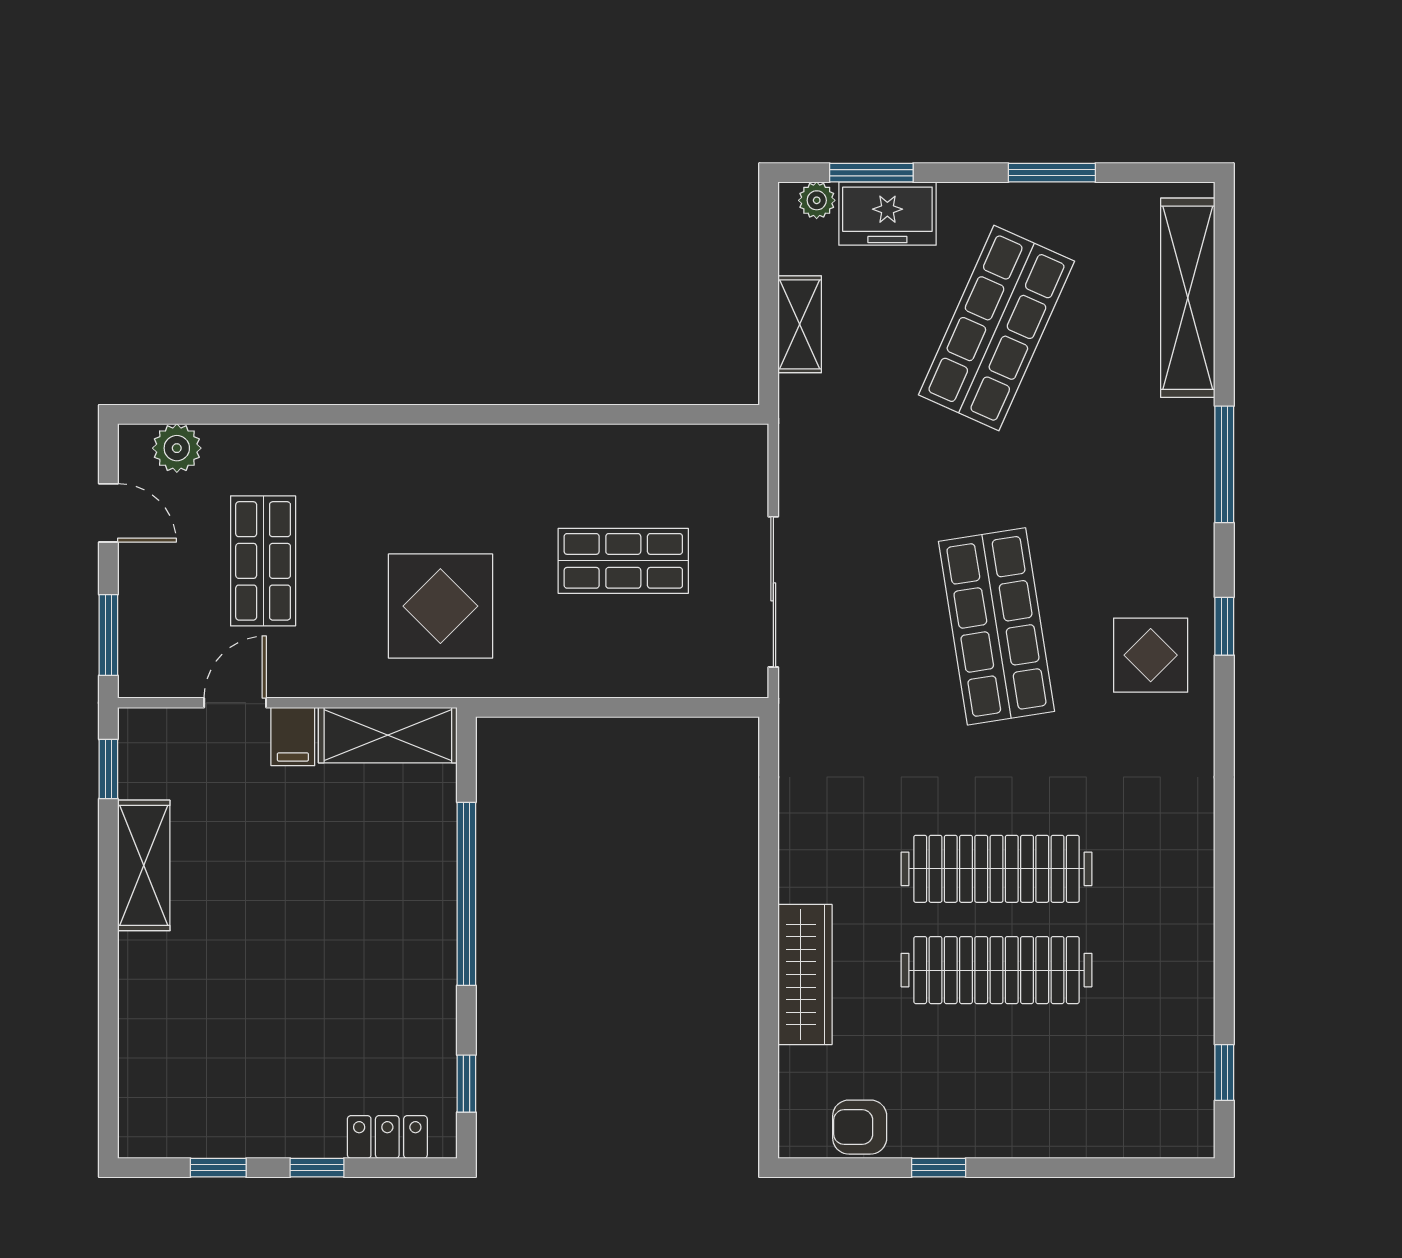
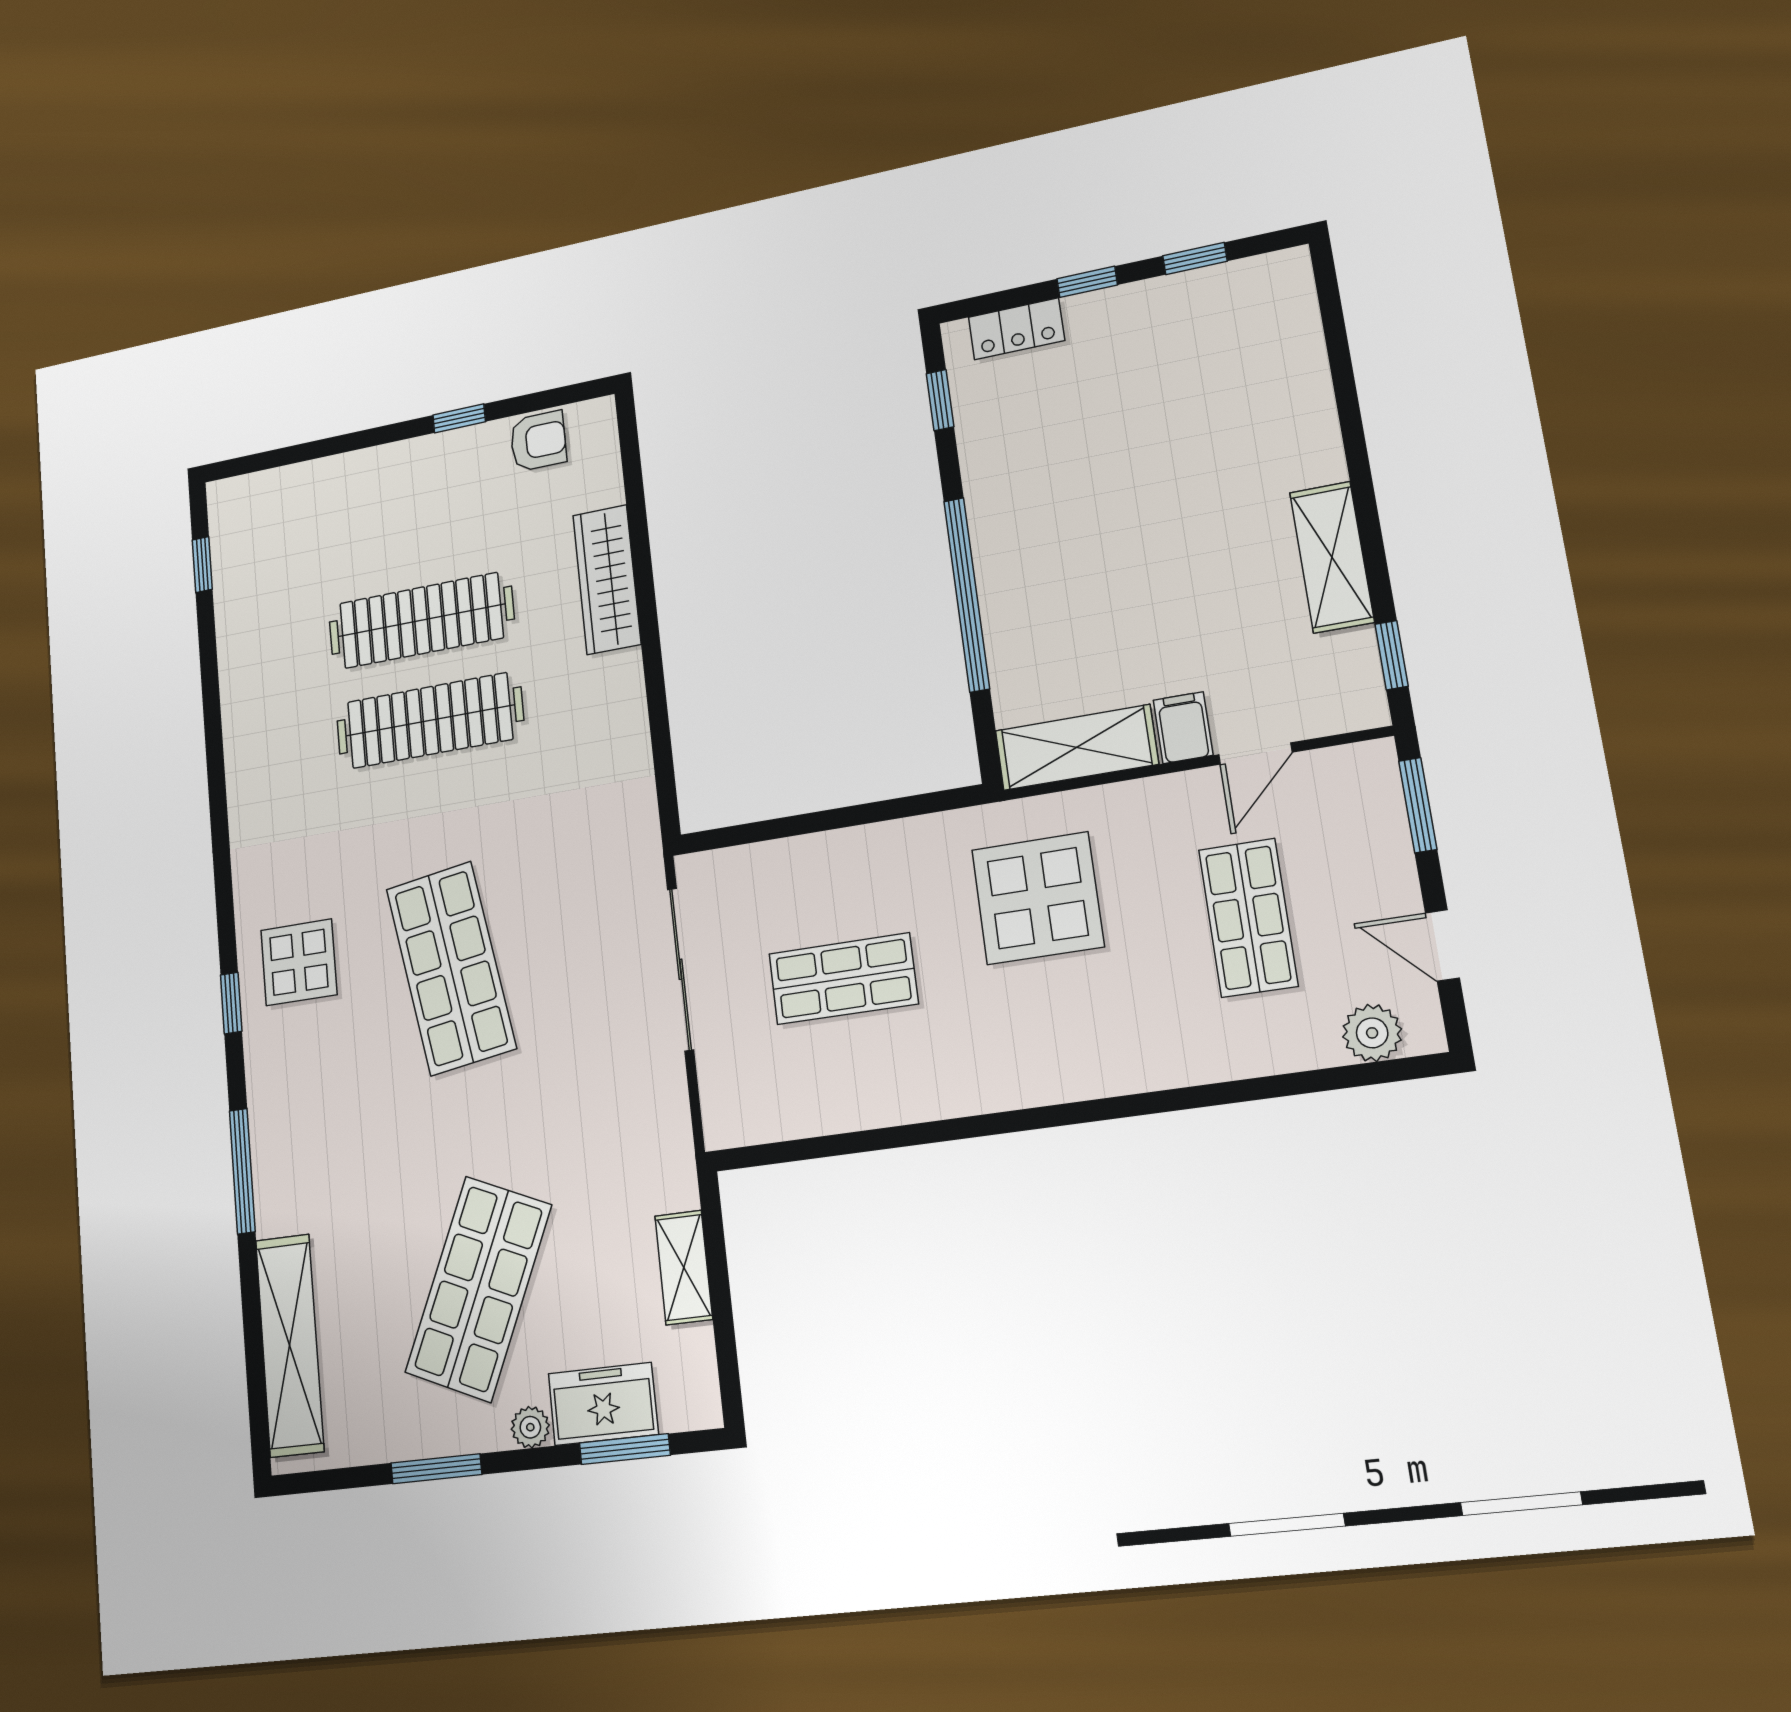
plant: (817, 200) -> (530, 1427), moved

